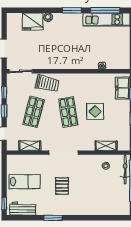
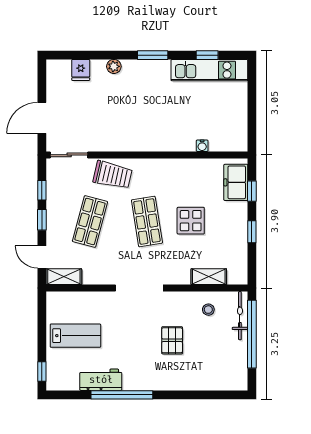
window: (105, 10) -> (207, 55), width x0.46
fridge: (33, 22) -> (81, 70), width x0.53, depth x0.75
shelving: (30, 146) -> (64, 277), moved
pallet: (62, 186) -> (172, 340), moved
workbench: (23, 209) -> (101, 380), moved
window: (53, 218) -> (122, 395), width x2.11

